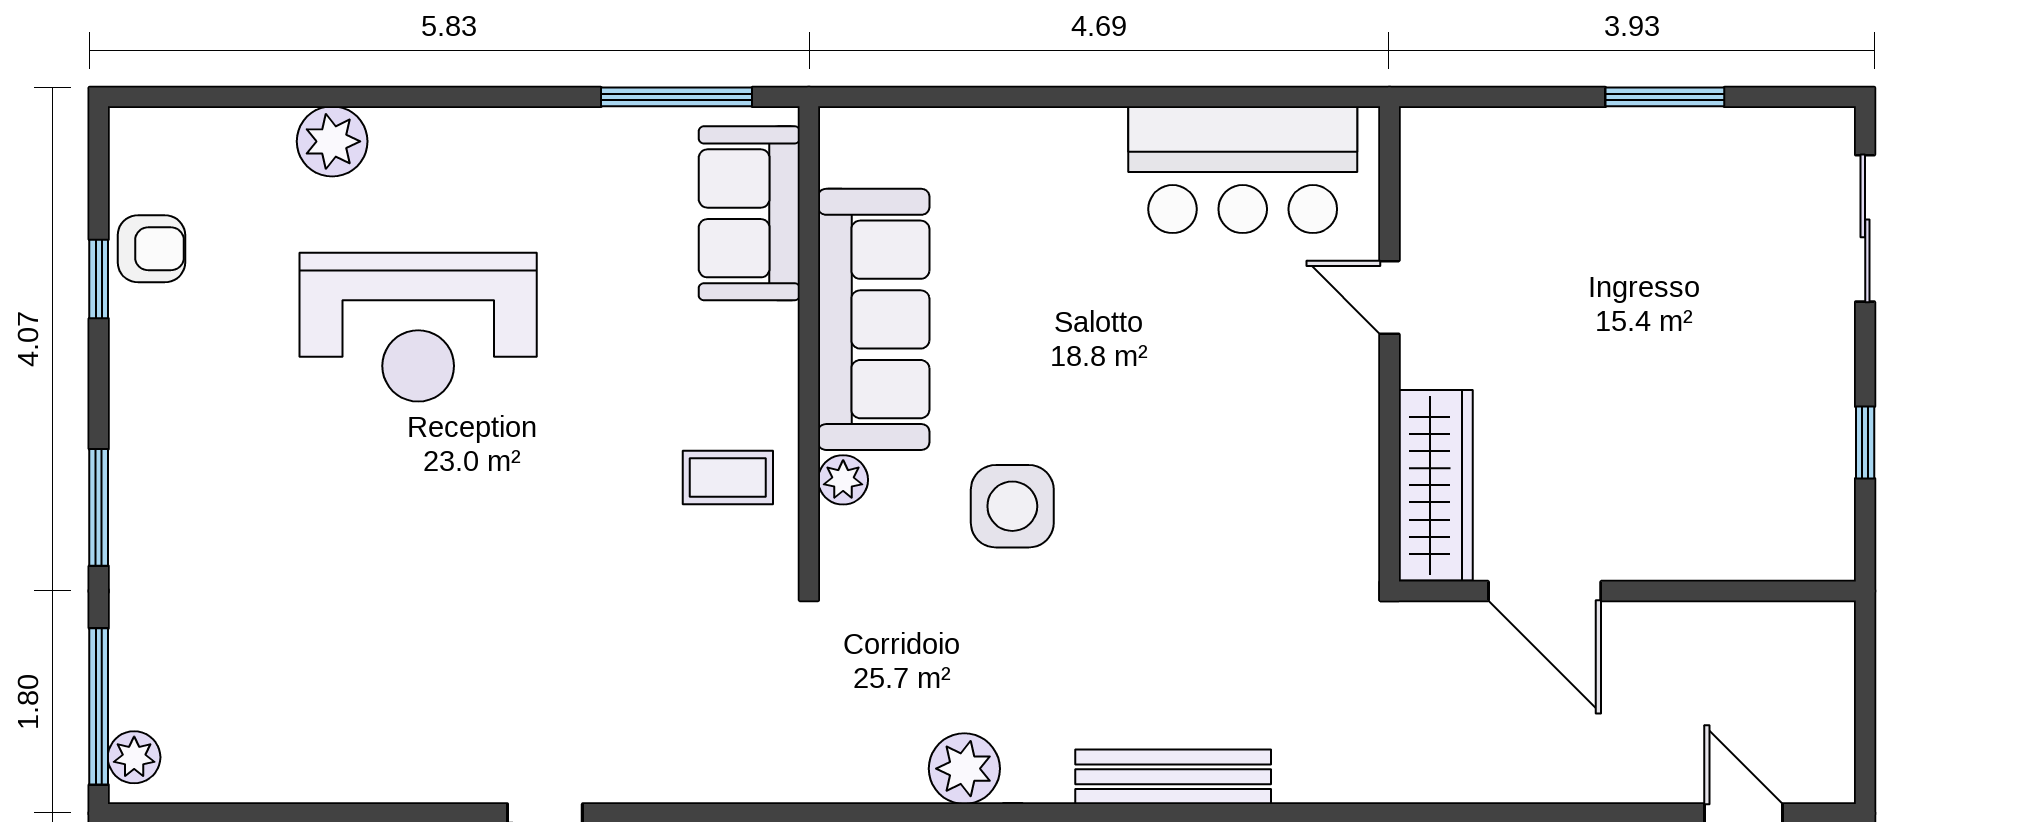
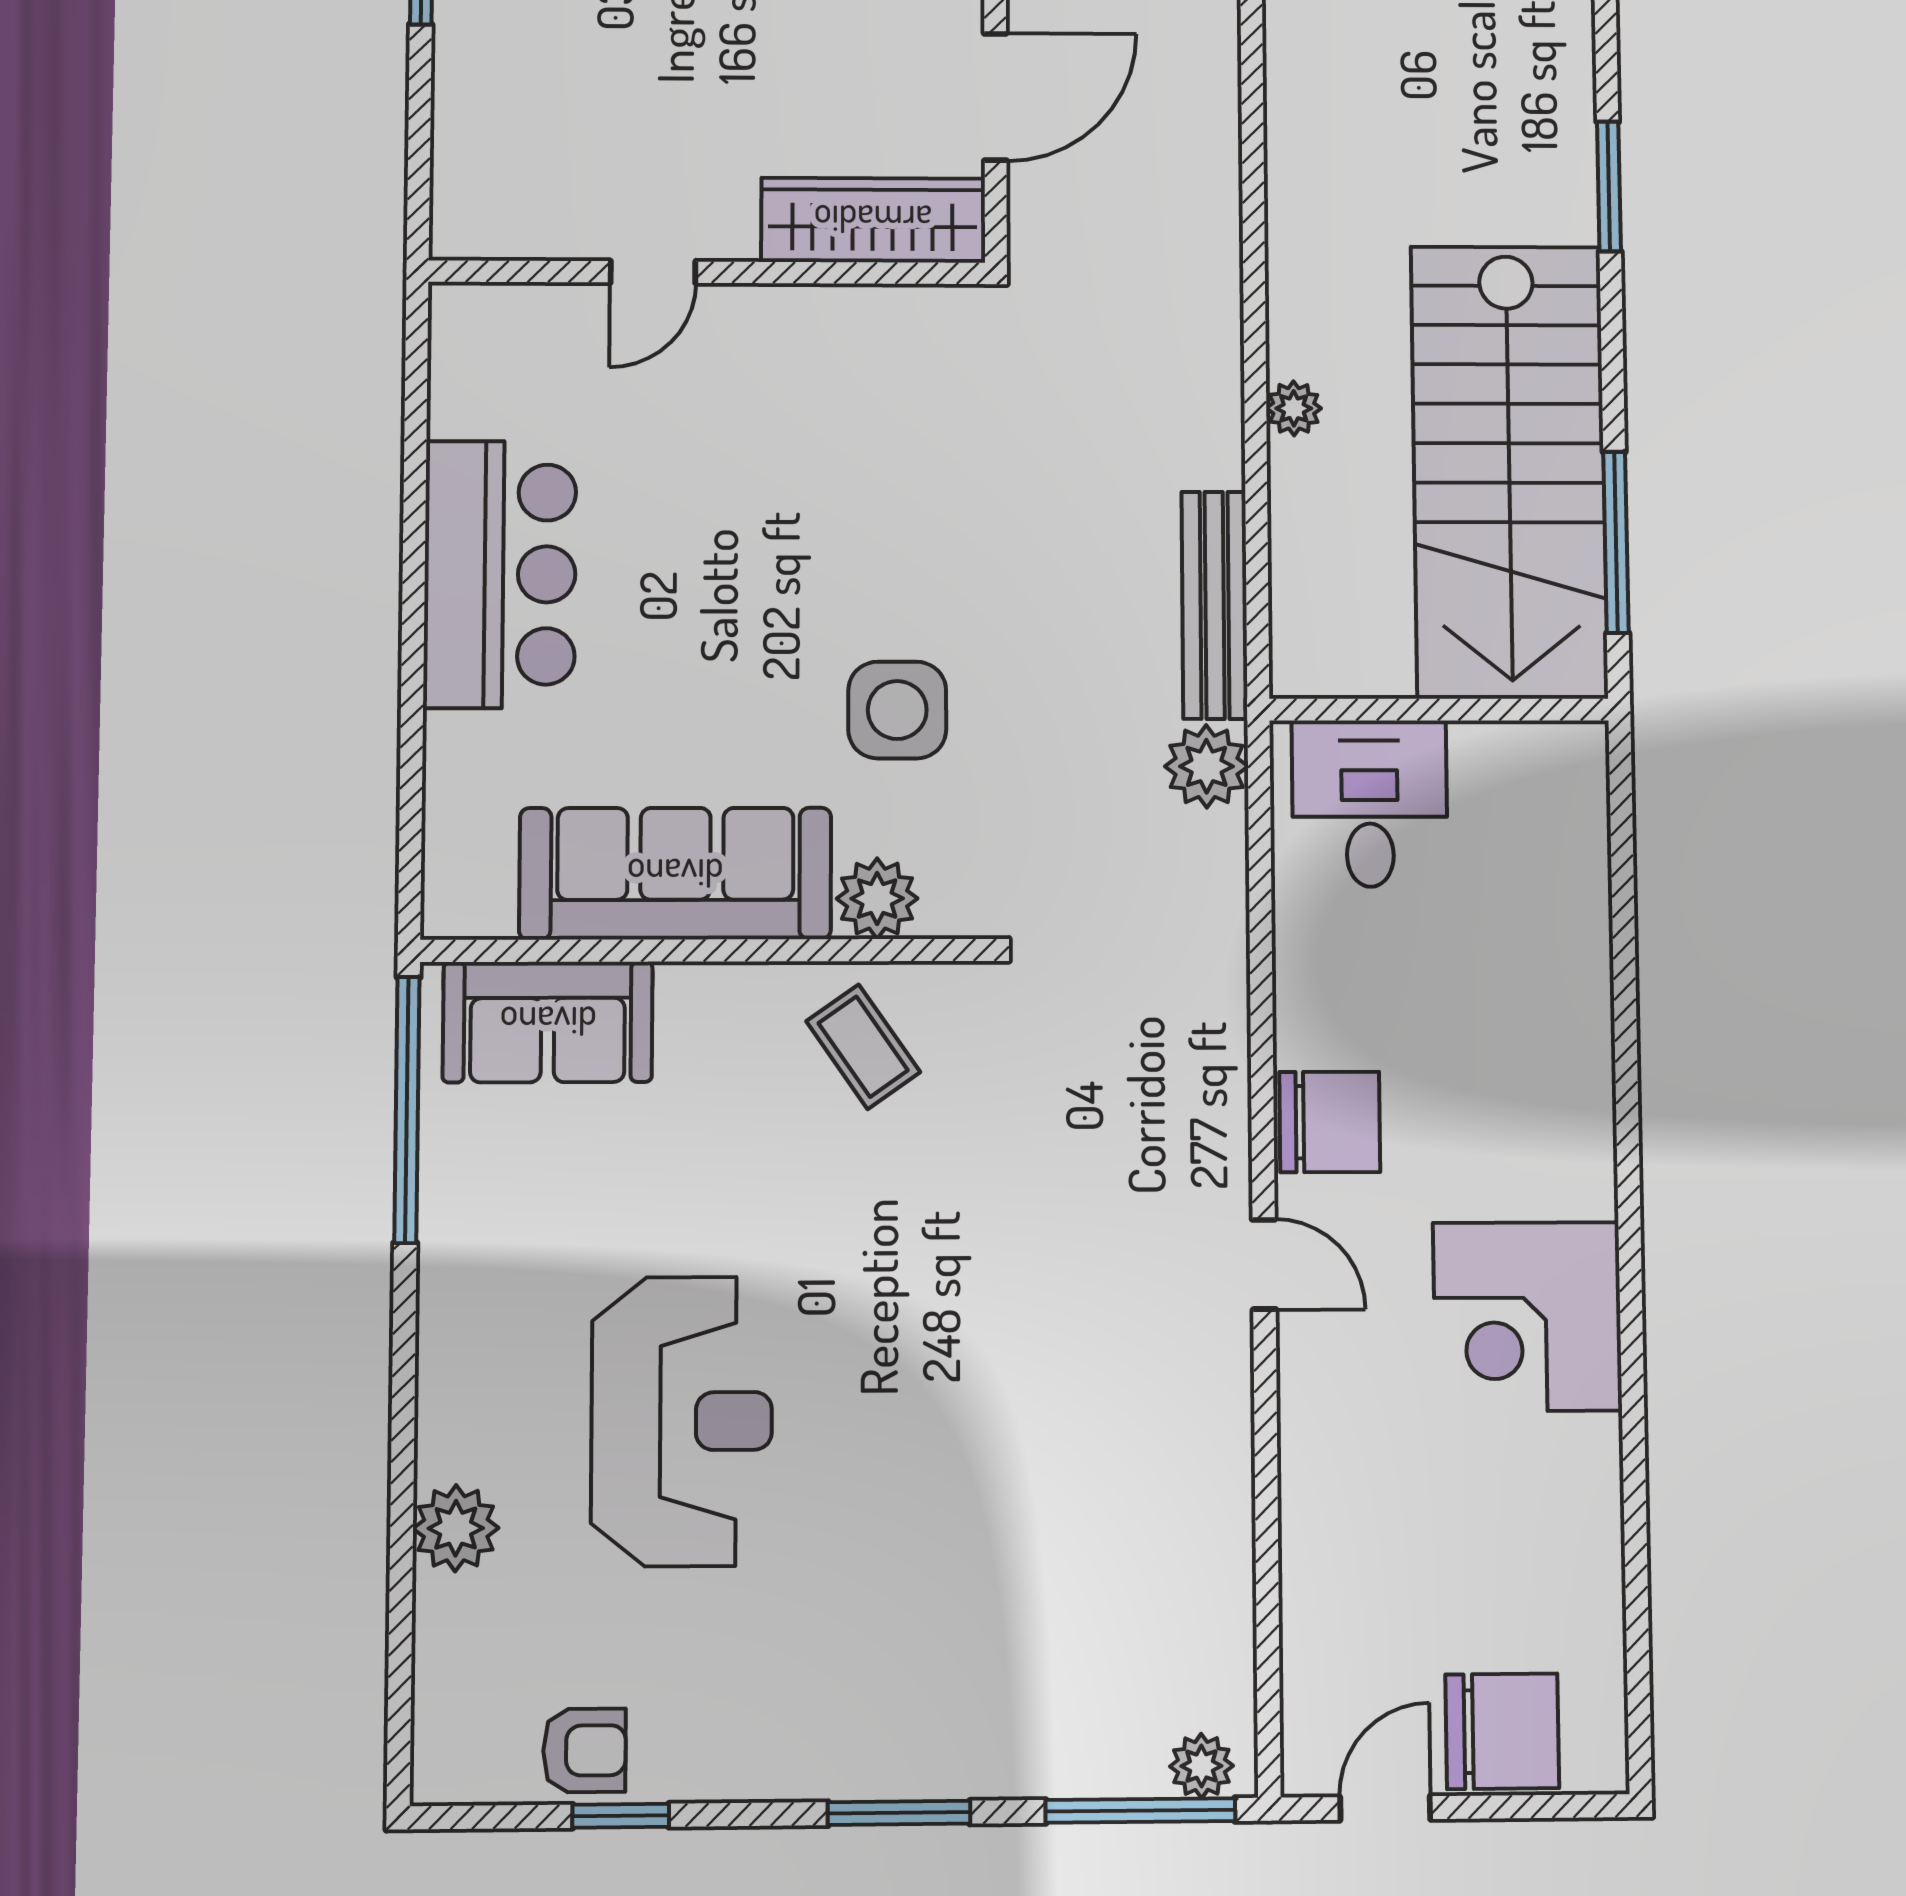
window: (677, 97) -> (407, 1110), width x1.46
bar counter: (1243, 170) -> (500, 574), moved
armchair: (151, 249) -> (584, 1750), turned 90
coffee table: (728, 478) -> (863, 1047), turned -35
plant: (843, 480) -> (877, 899), width x1.38, depth x1.38
bench: (1173, 777) -> (1215, 605), moved

